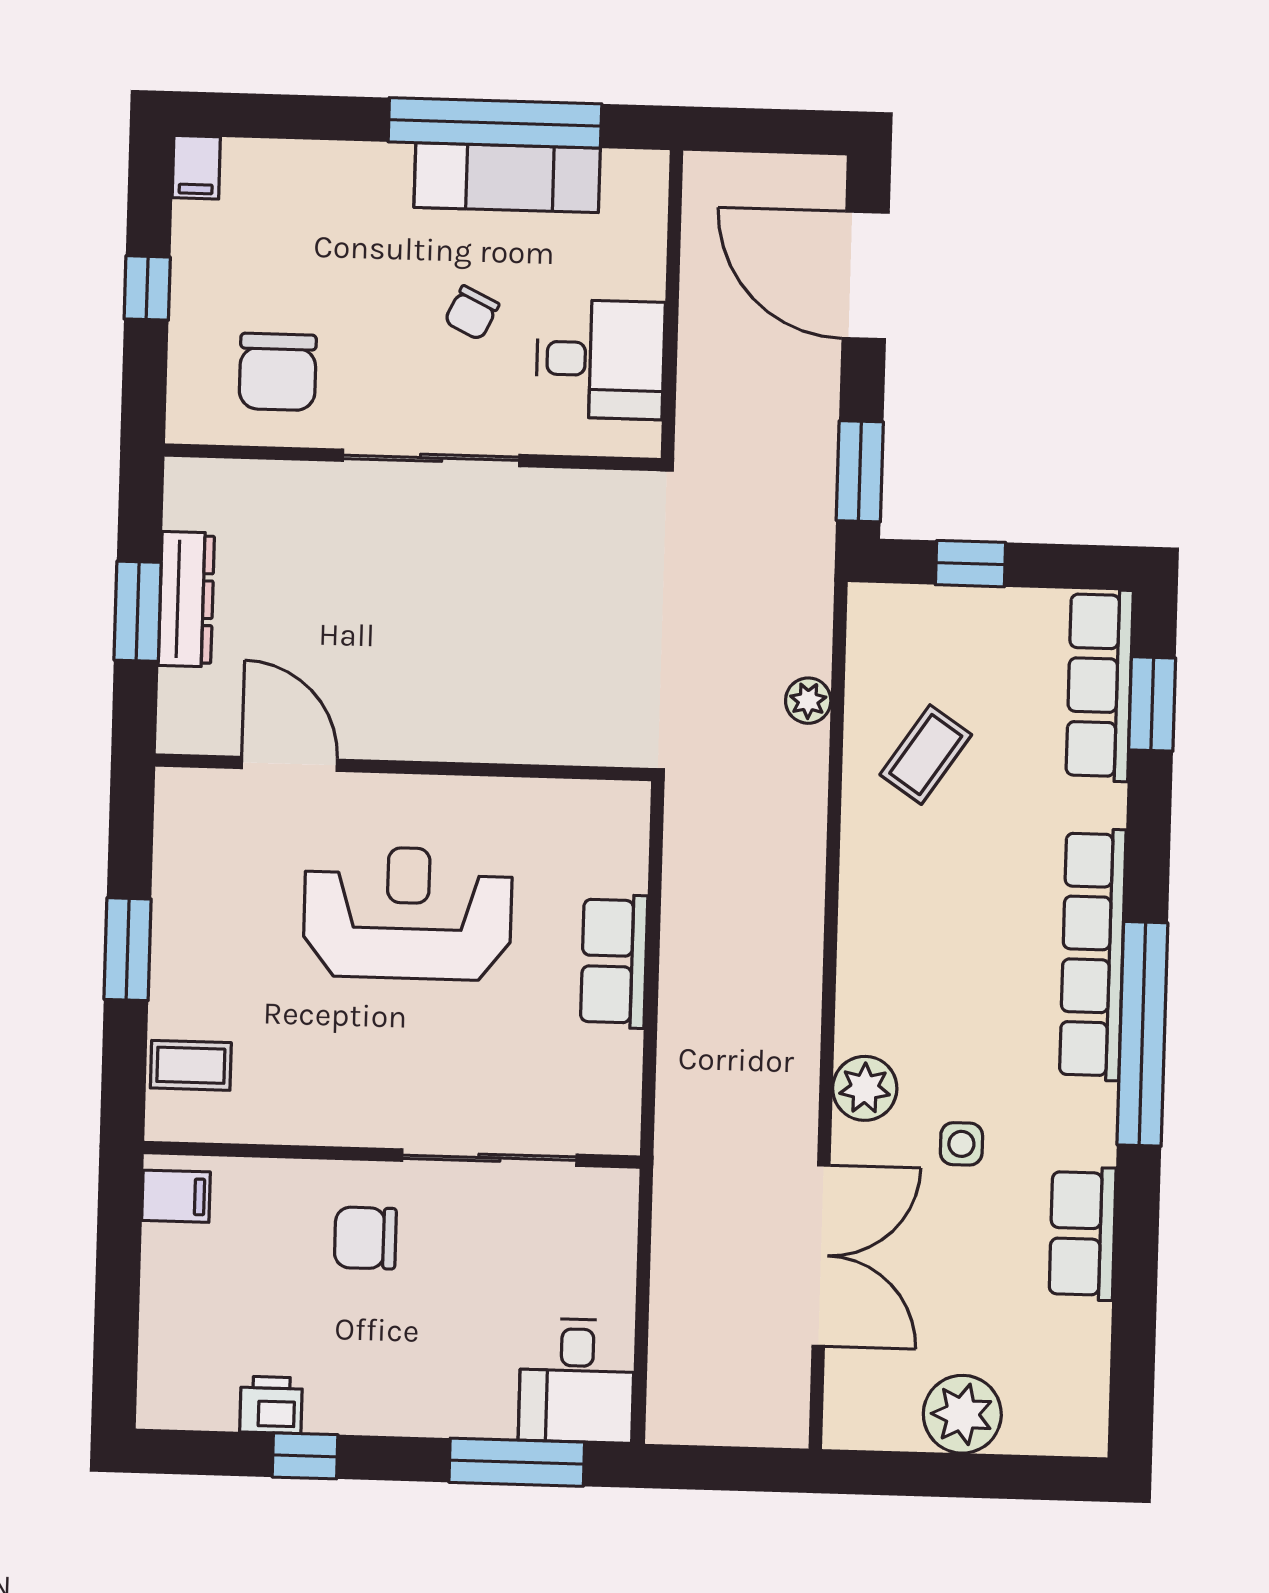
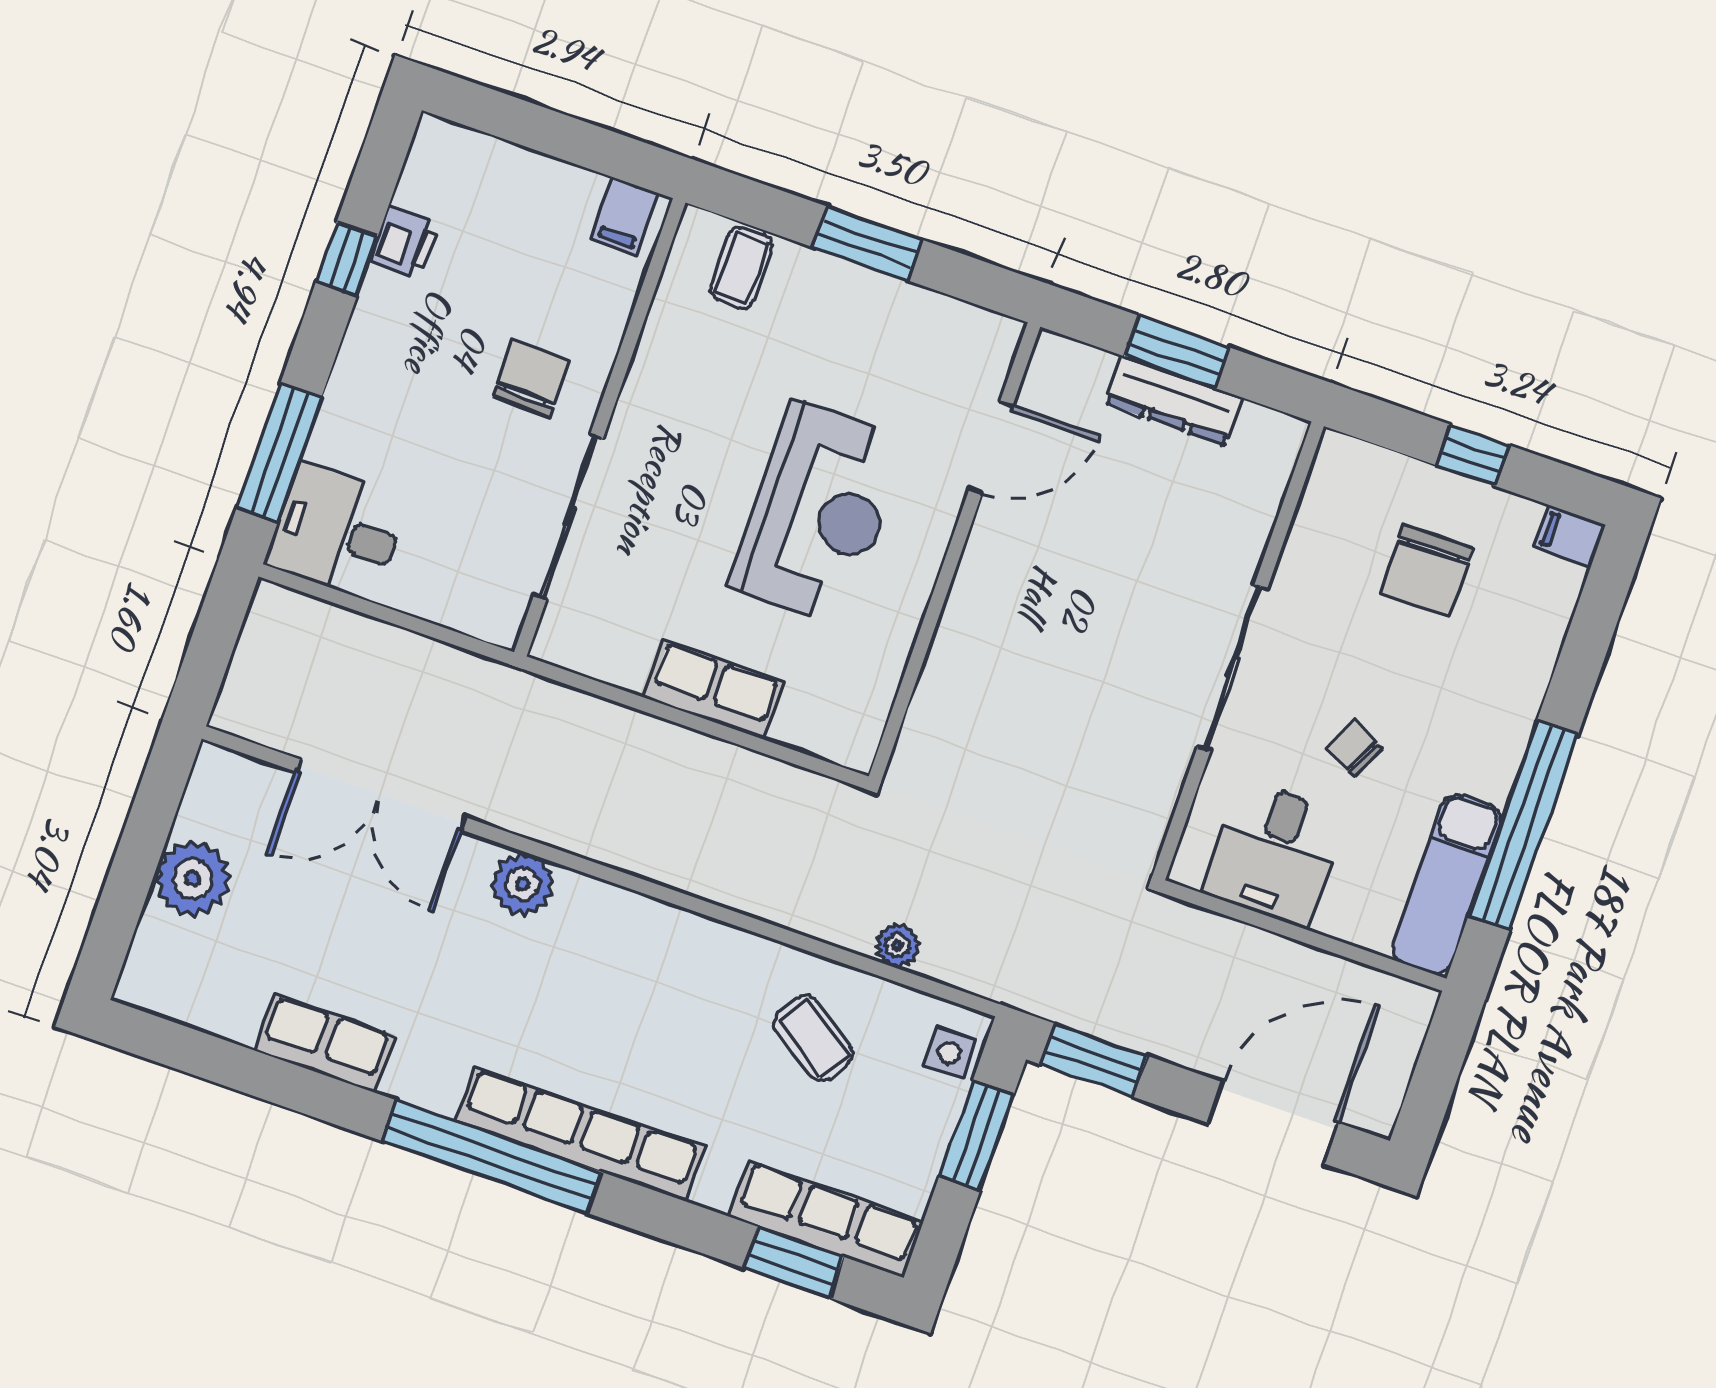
exam couch: (507, 178) -> (1447, 884), moved
chair: (278, 372) -> (1427, 571), moved, turned -91
window: (971, 564) -> (976, 1135), width x1.50
side table: (961, 1144) -> (950, 1053), moved

